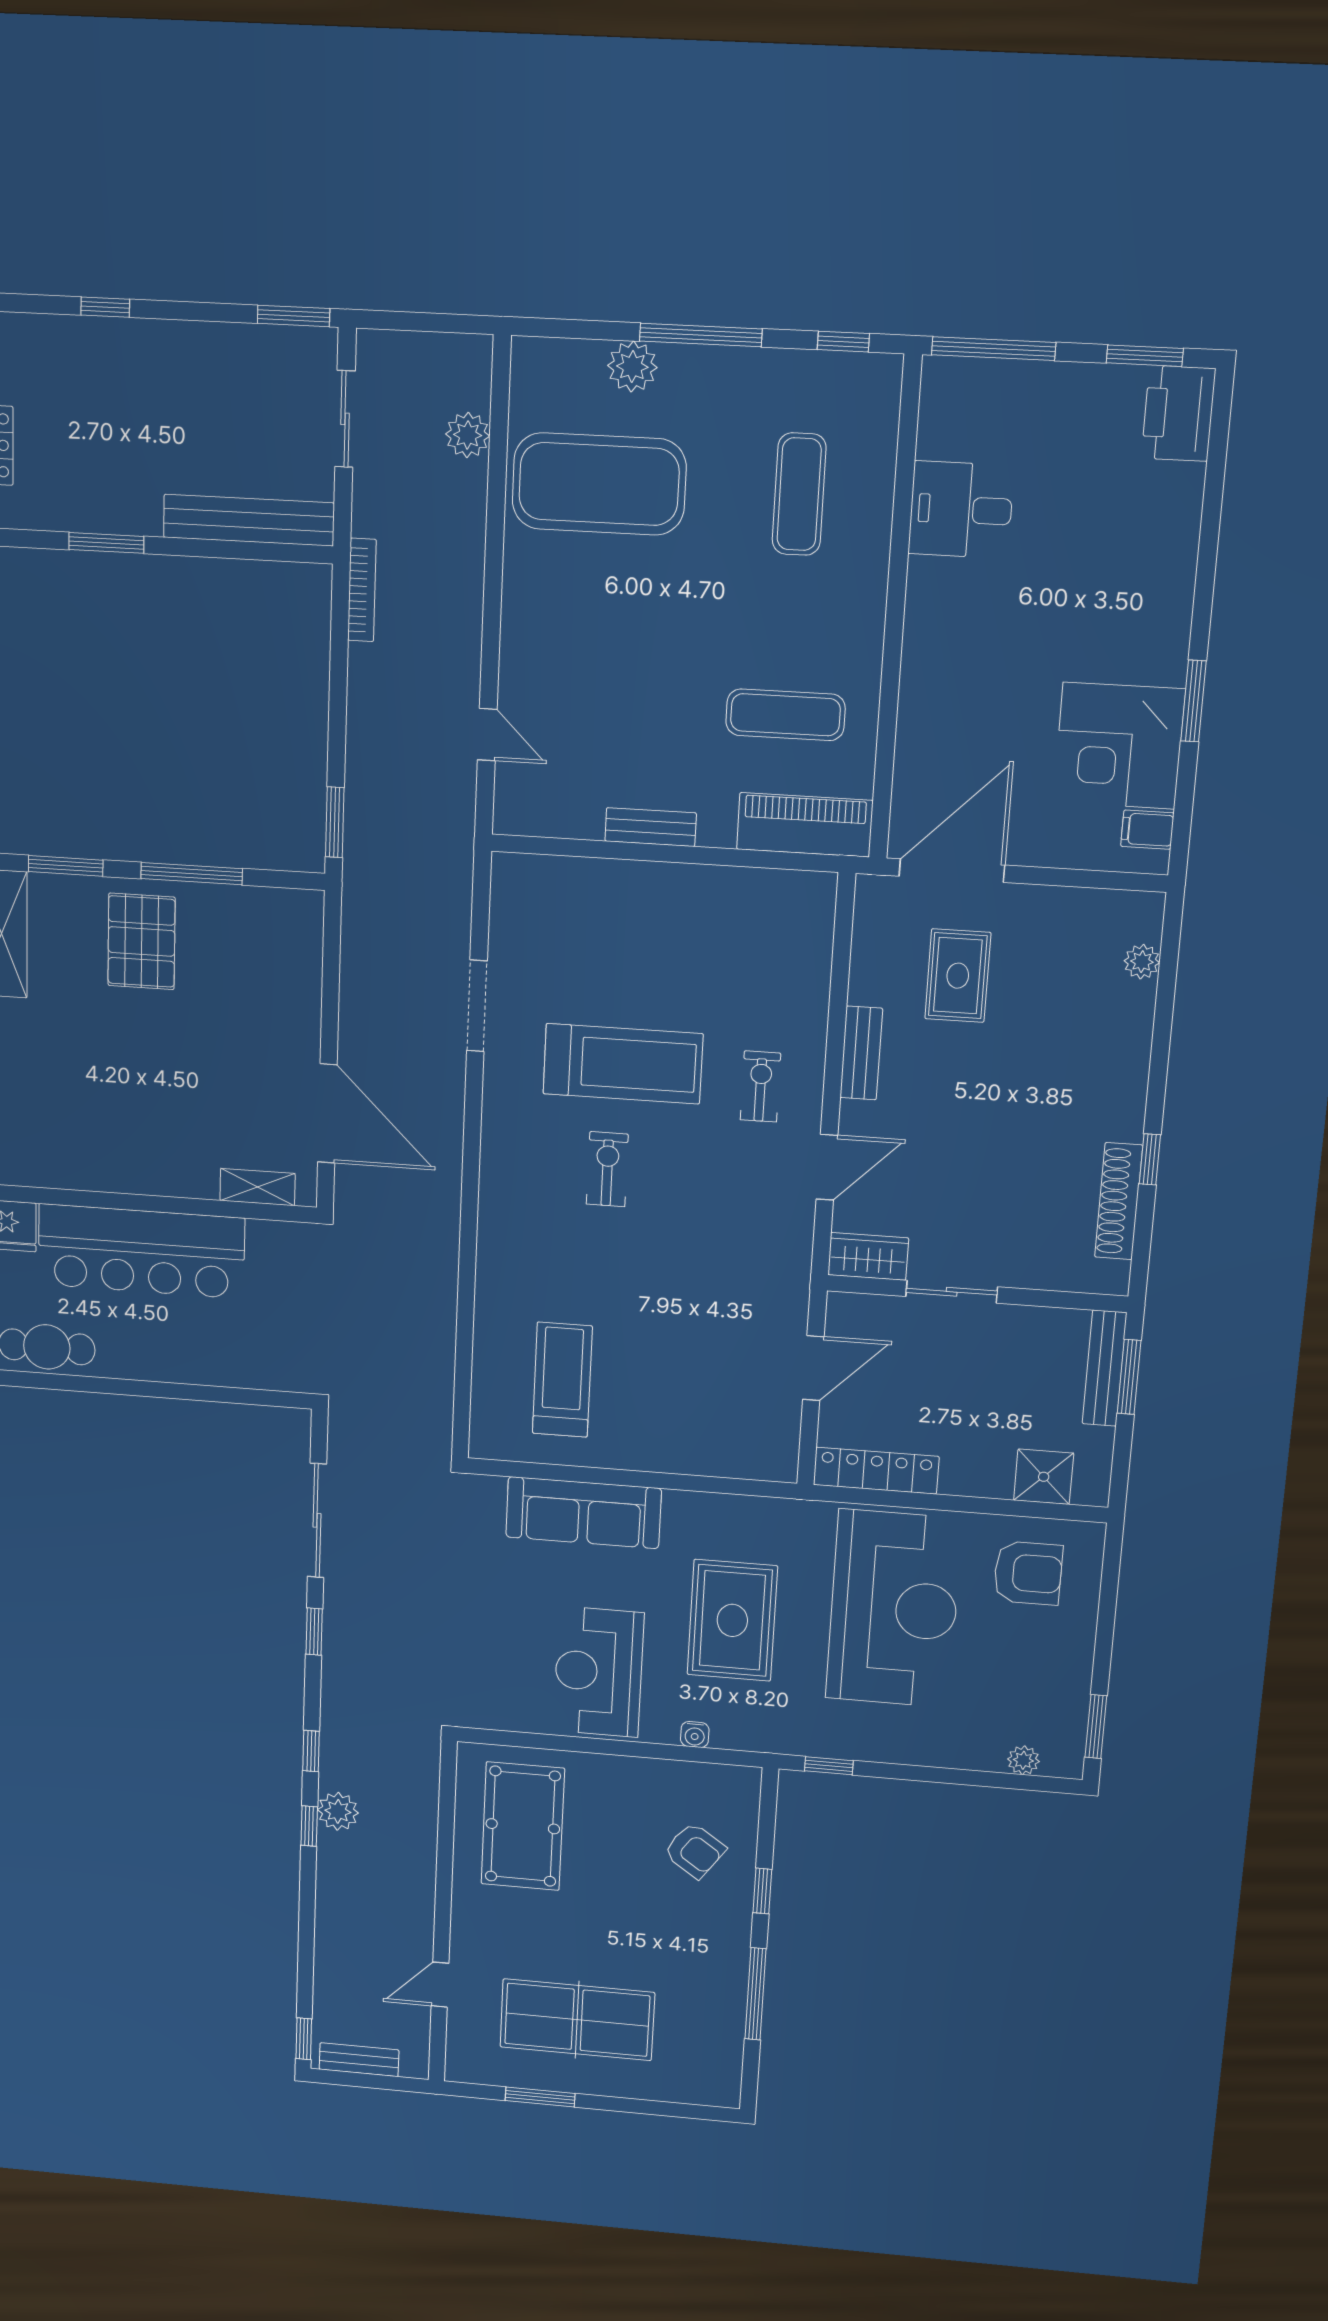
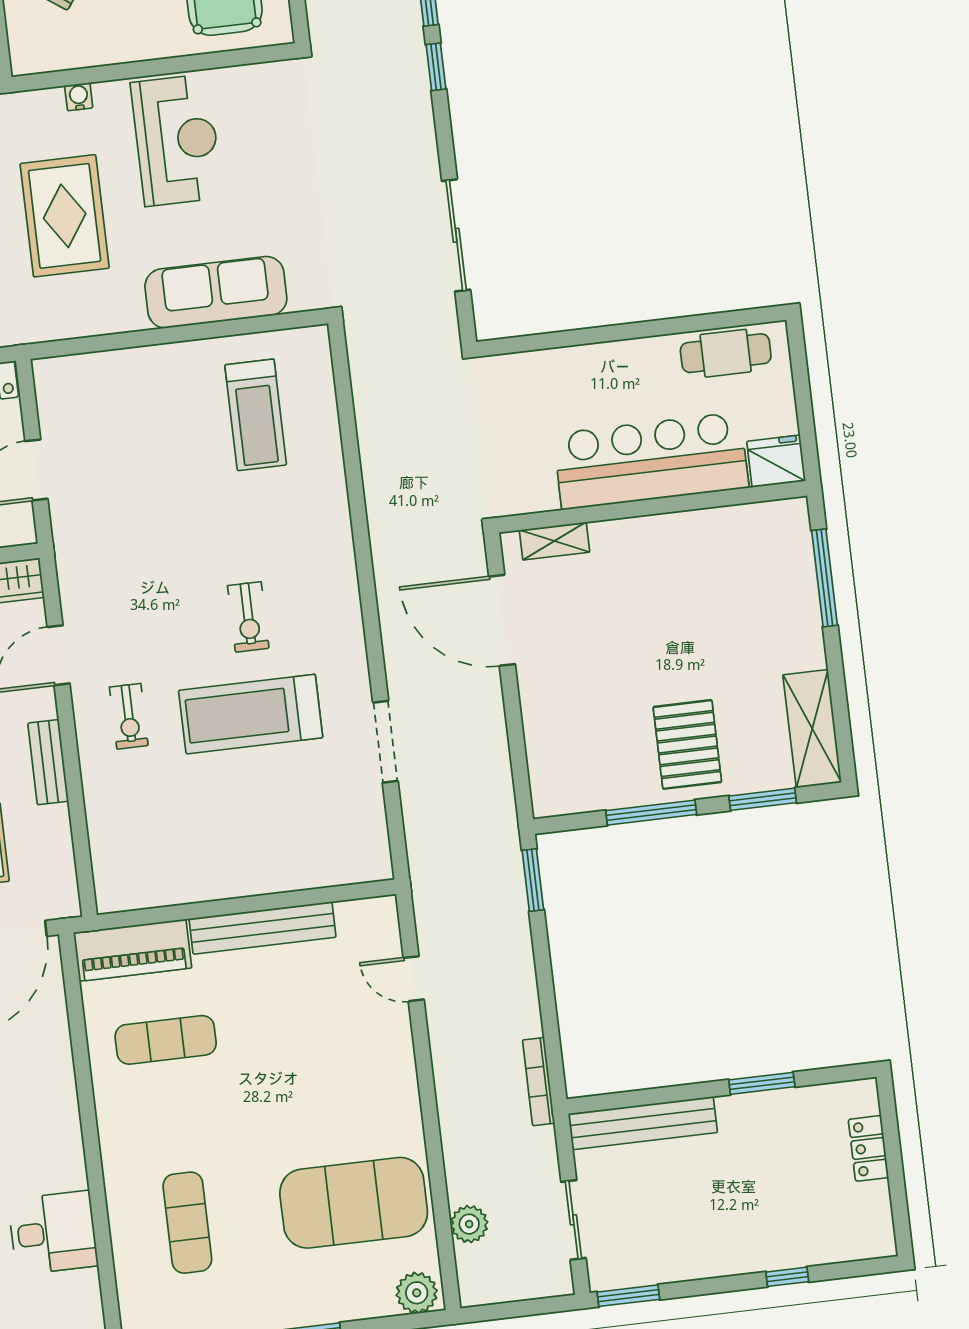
plant: (632, 367) -> (417, 1293), moved
bench: (651, 827) -> (262, 928), width x1.86, depth x1.21
window: (314, 1632) -> (436, 67), moved

